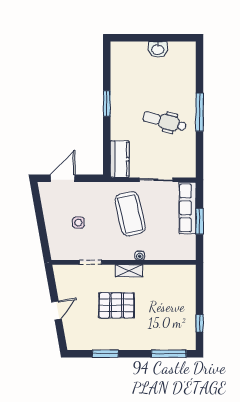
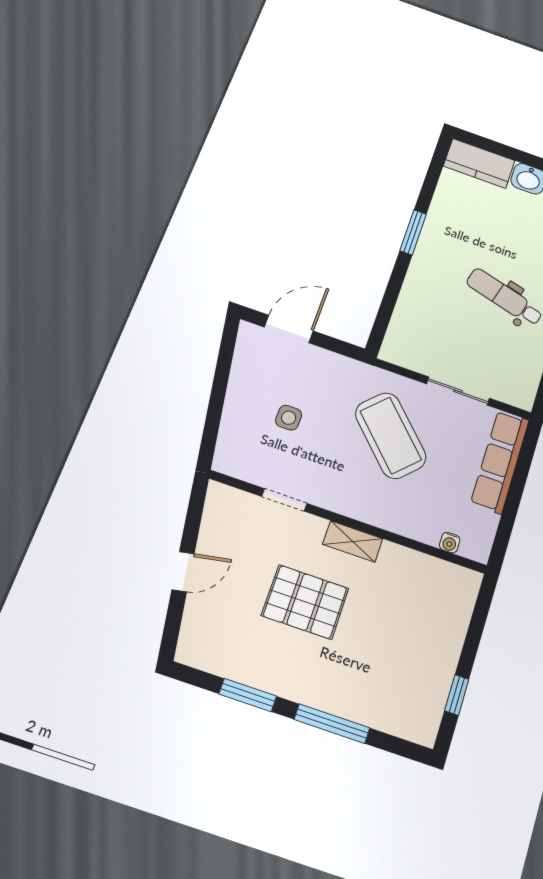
kitchen counter: (120, 159) -> (479, 163), moved, turned 90
coffee table: (130, 214) -> (391, 435), turned -32
window: (200, 221) -> (515, 494), removed
water cooler: (140, 256) -> (450, 543), moved
window: (169, 354) -> (332, 724), moved

